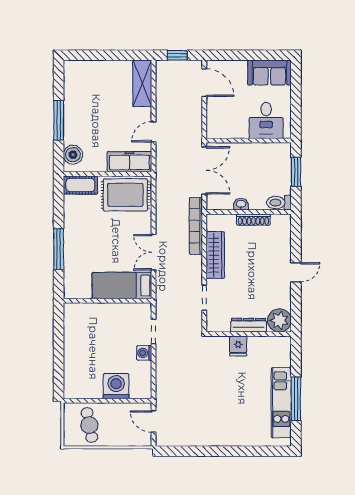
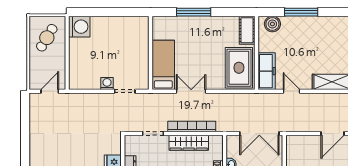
bookcase: (196, 226) -> (192, 127), moved
washing machine: (116, 386) -> (79, 27), moved
cafe table: (89, 425) -> (47, 38), turned -48

